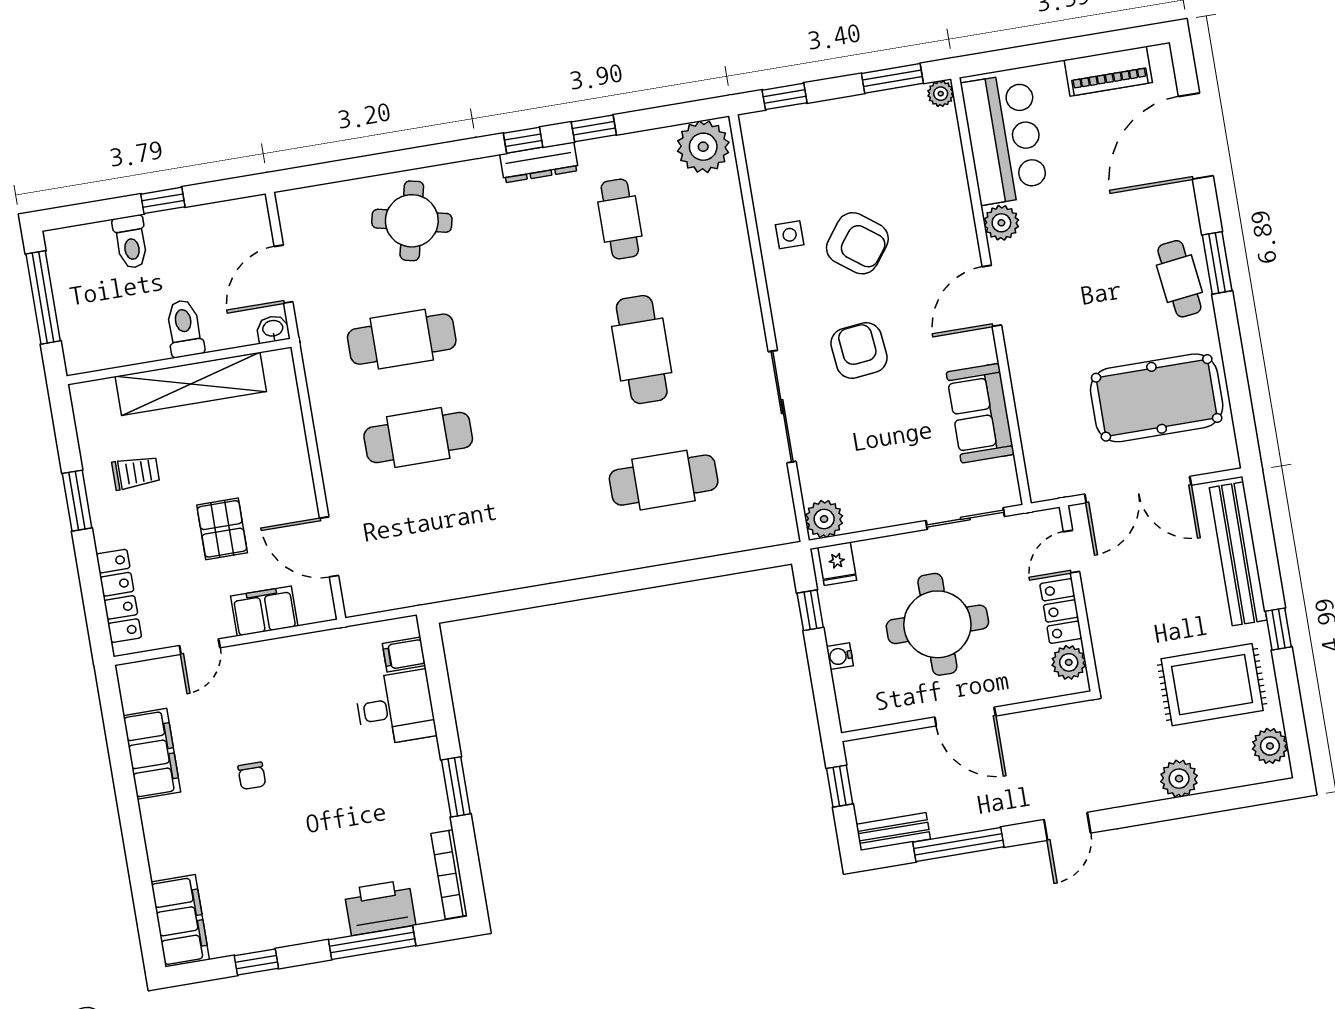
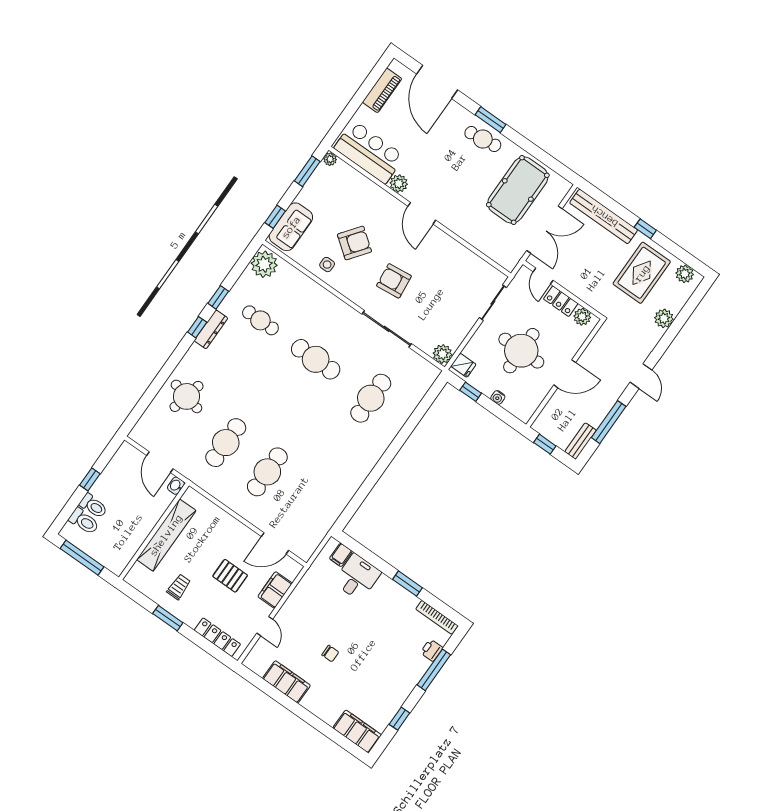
toilet: (184, 328) -> (84, 521), moved, turned 180
sofa: (980, 413) -> (291, 227), moved, turned -90
printer: (380, 908) -> (432, 650), width x0.53, depth x0.68

